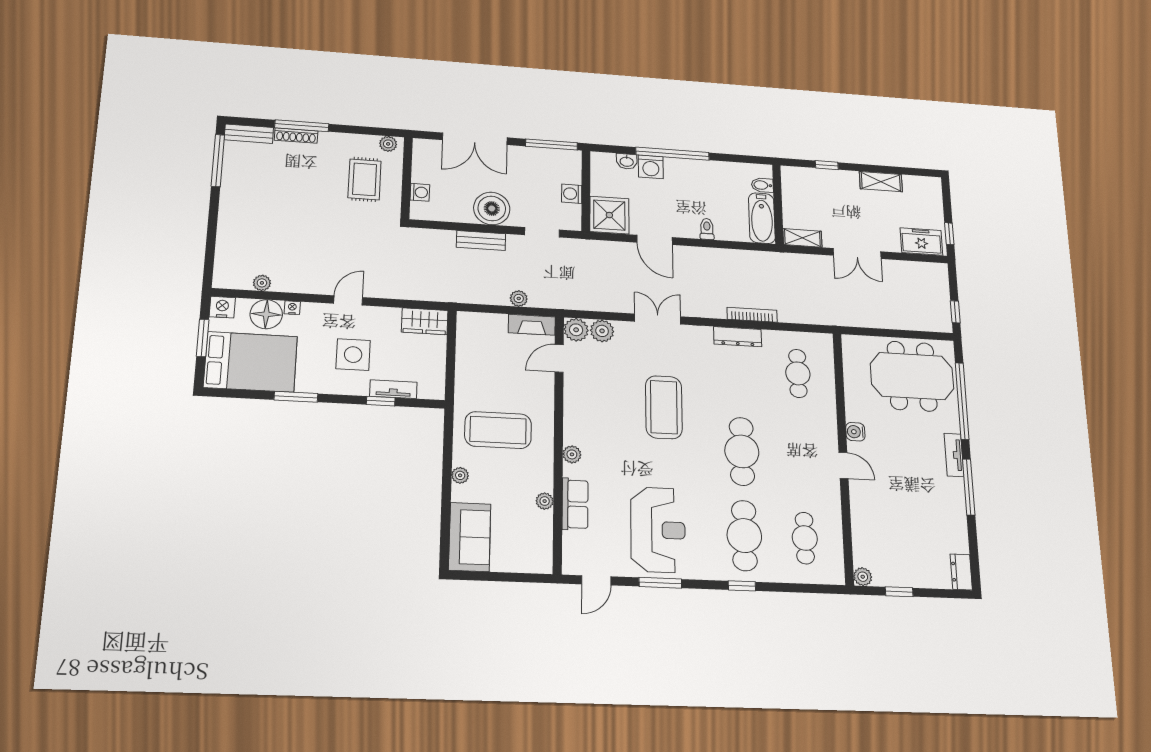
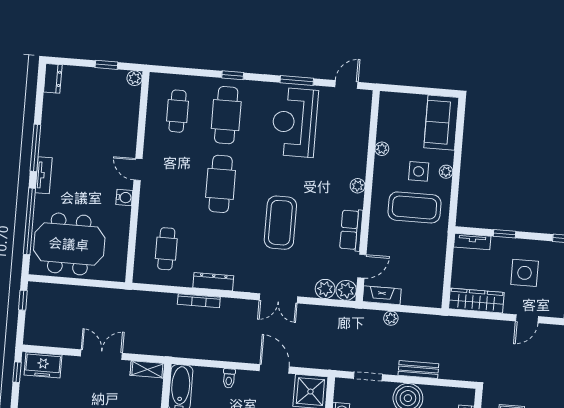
wardrobe: (425, 321) -> (476, 301), width x1.50
tv unit: (393, 389) -> (472, 242), moved
side table: (496, 475) -> (419, 171), added
row of seats: (575, 504) -> (351, 230), moved

